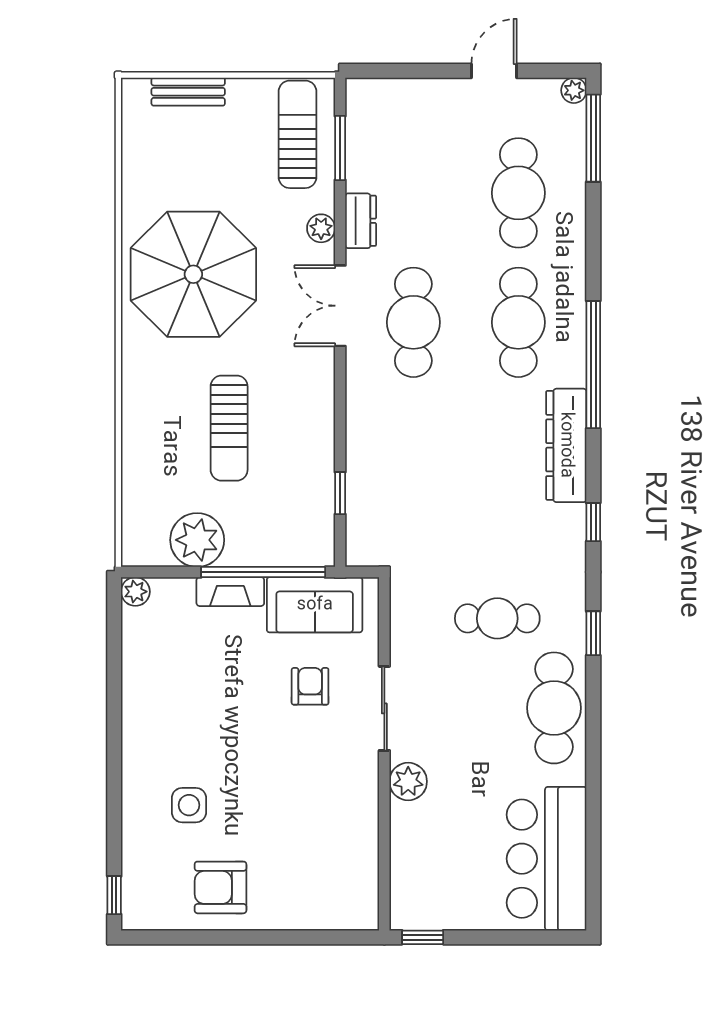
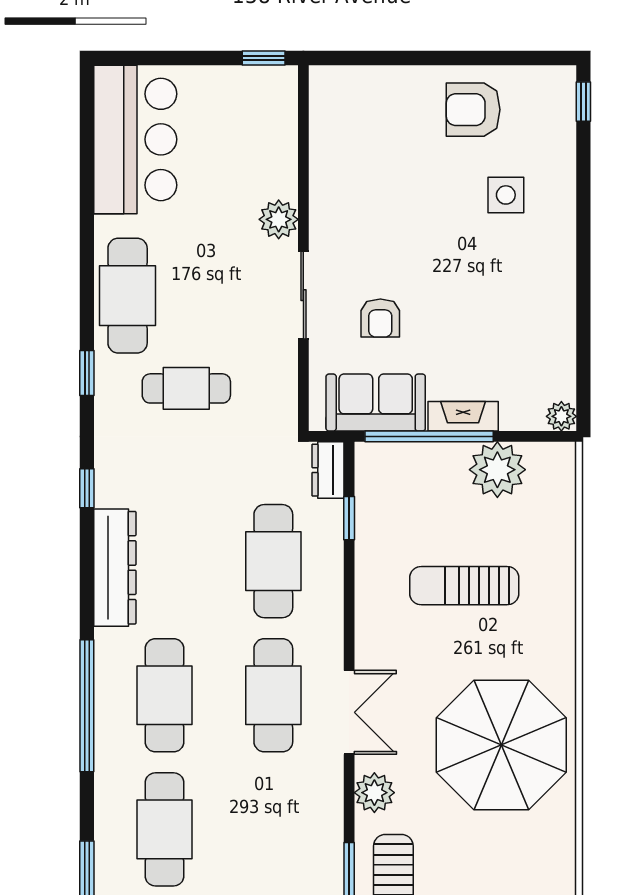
dresser: (361, 221) -> (328, 470), moved
plant: (321, 228) -> (374, 793), width x1.38, depth x1.38
window: (593, 365) -> (87, 706), moved
sun lounger: (229, 428) -> (464, 586), turned -90
cafe table: (413, 452) -> (273, 561), added
armchair: (220, 887) -> (473, 110), turned 180

